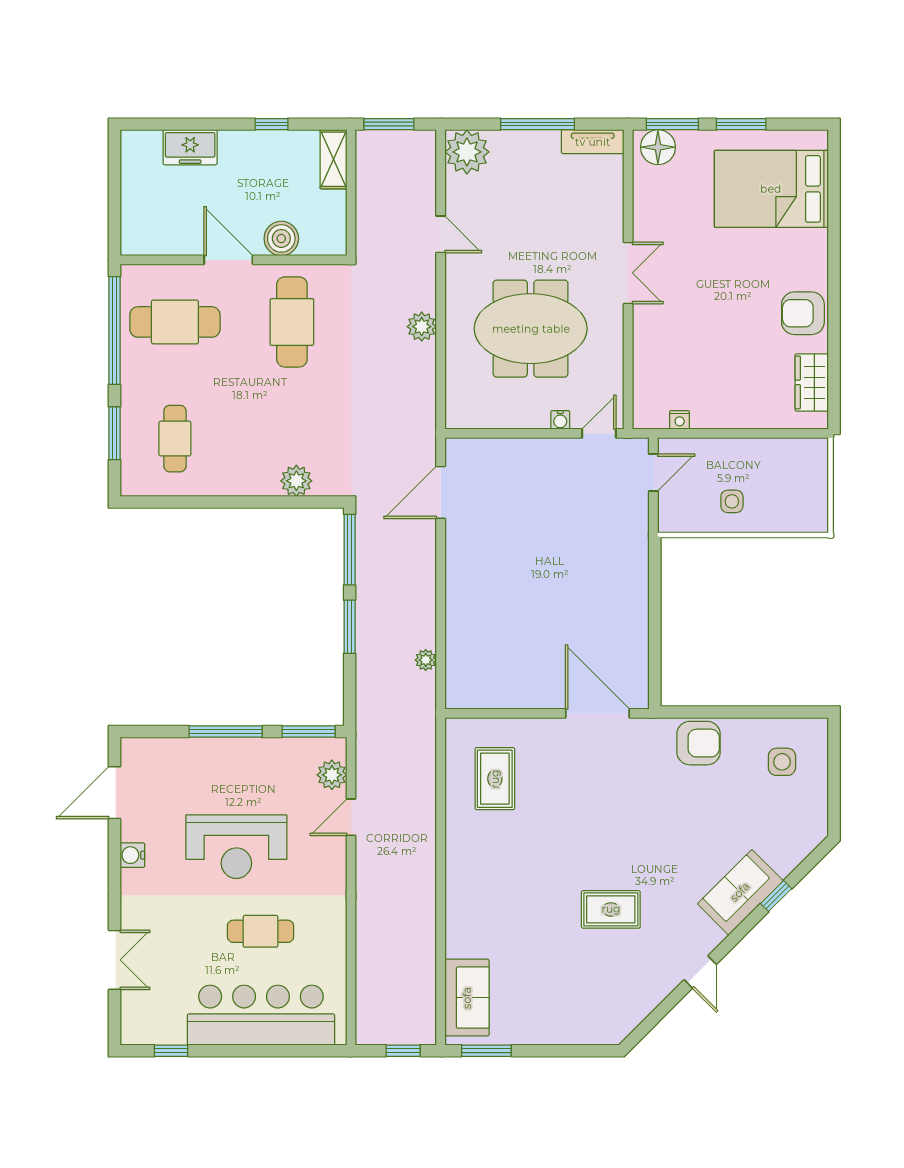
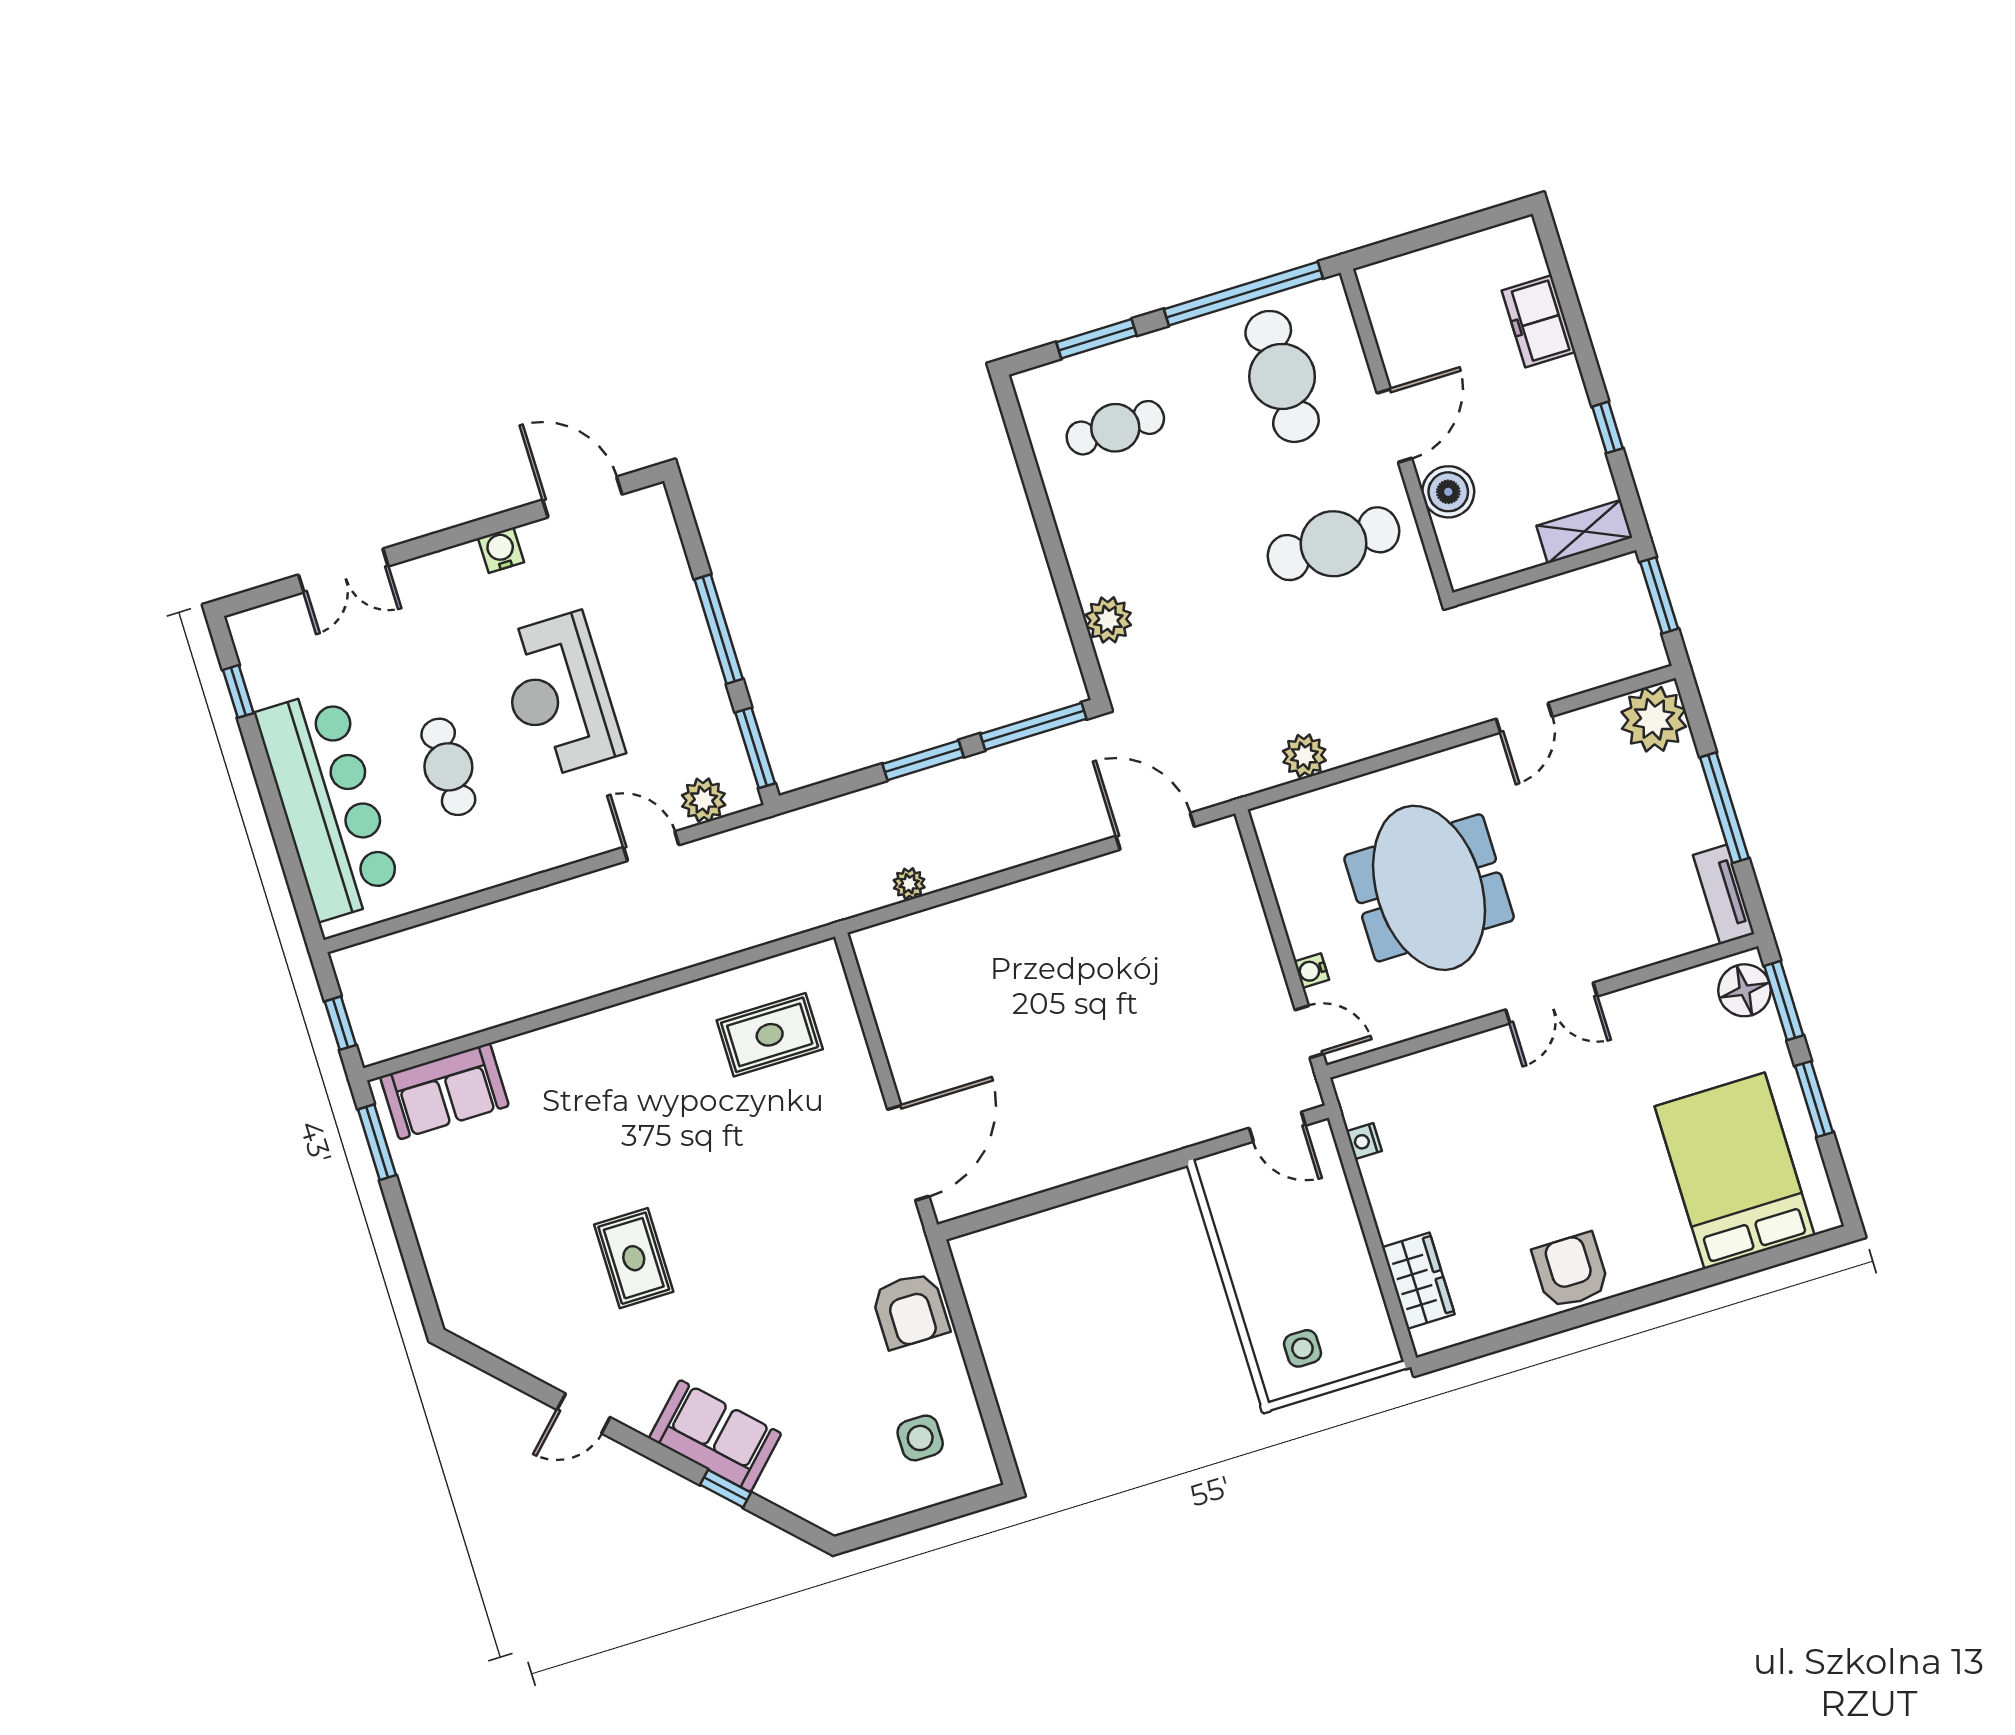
plant: (422, 327) -> (1304, 756), moved
wardrobe: (812, 382) -> (1418, 1281), moved, turned 90
side table: (732, 501) -> (1302, 1348), moved

